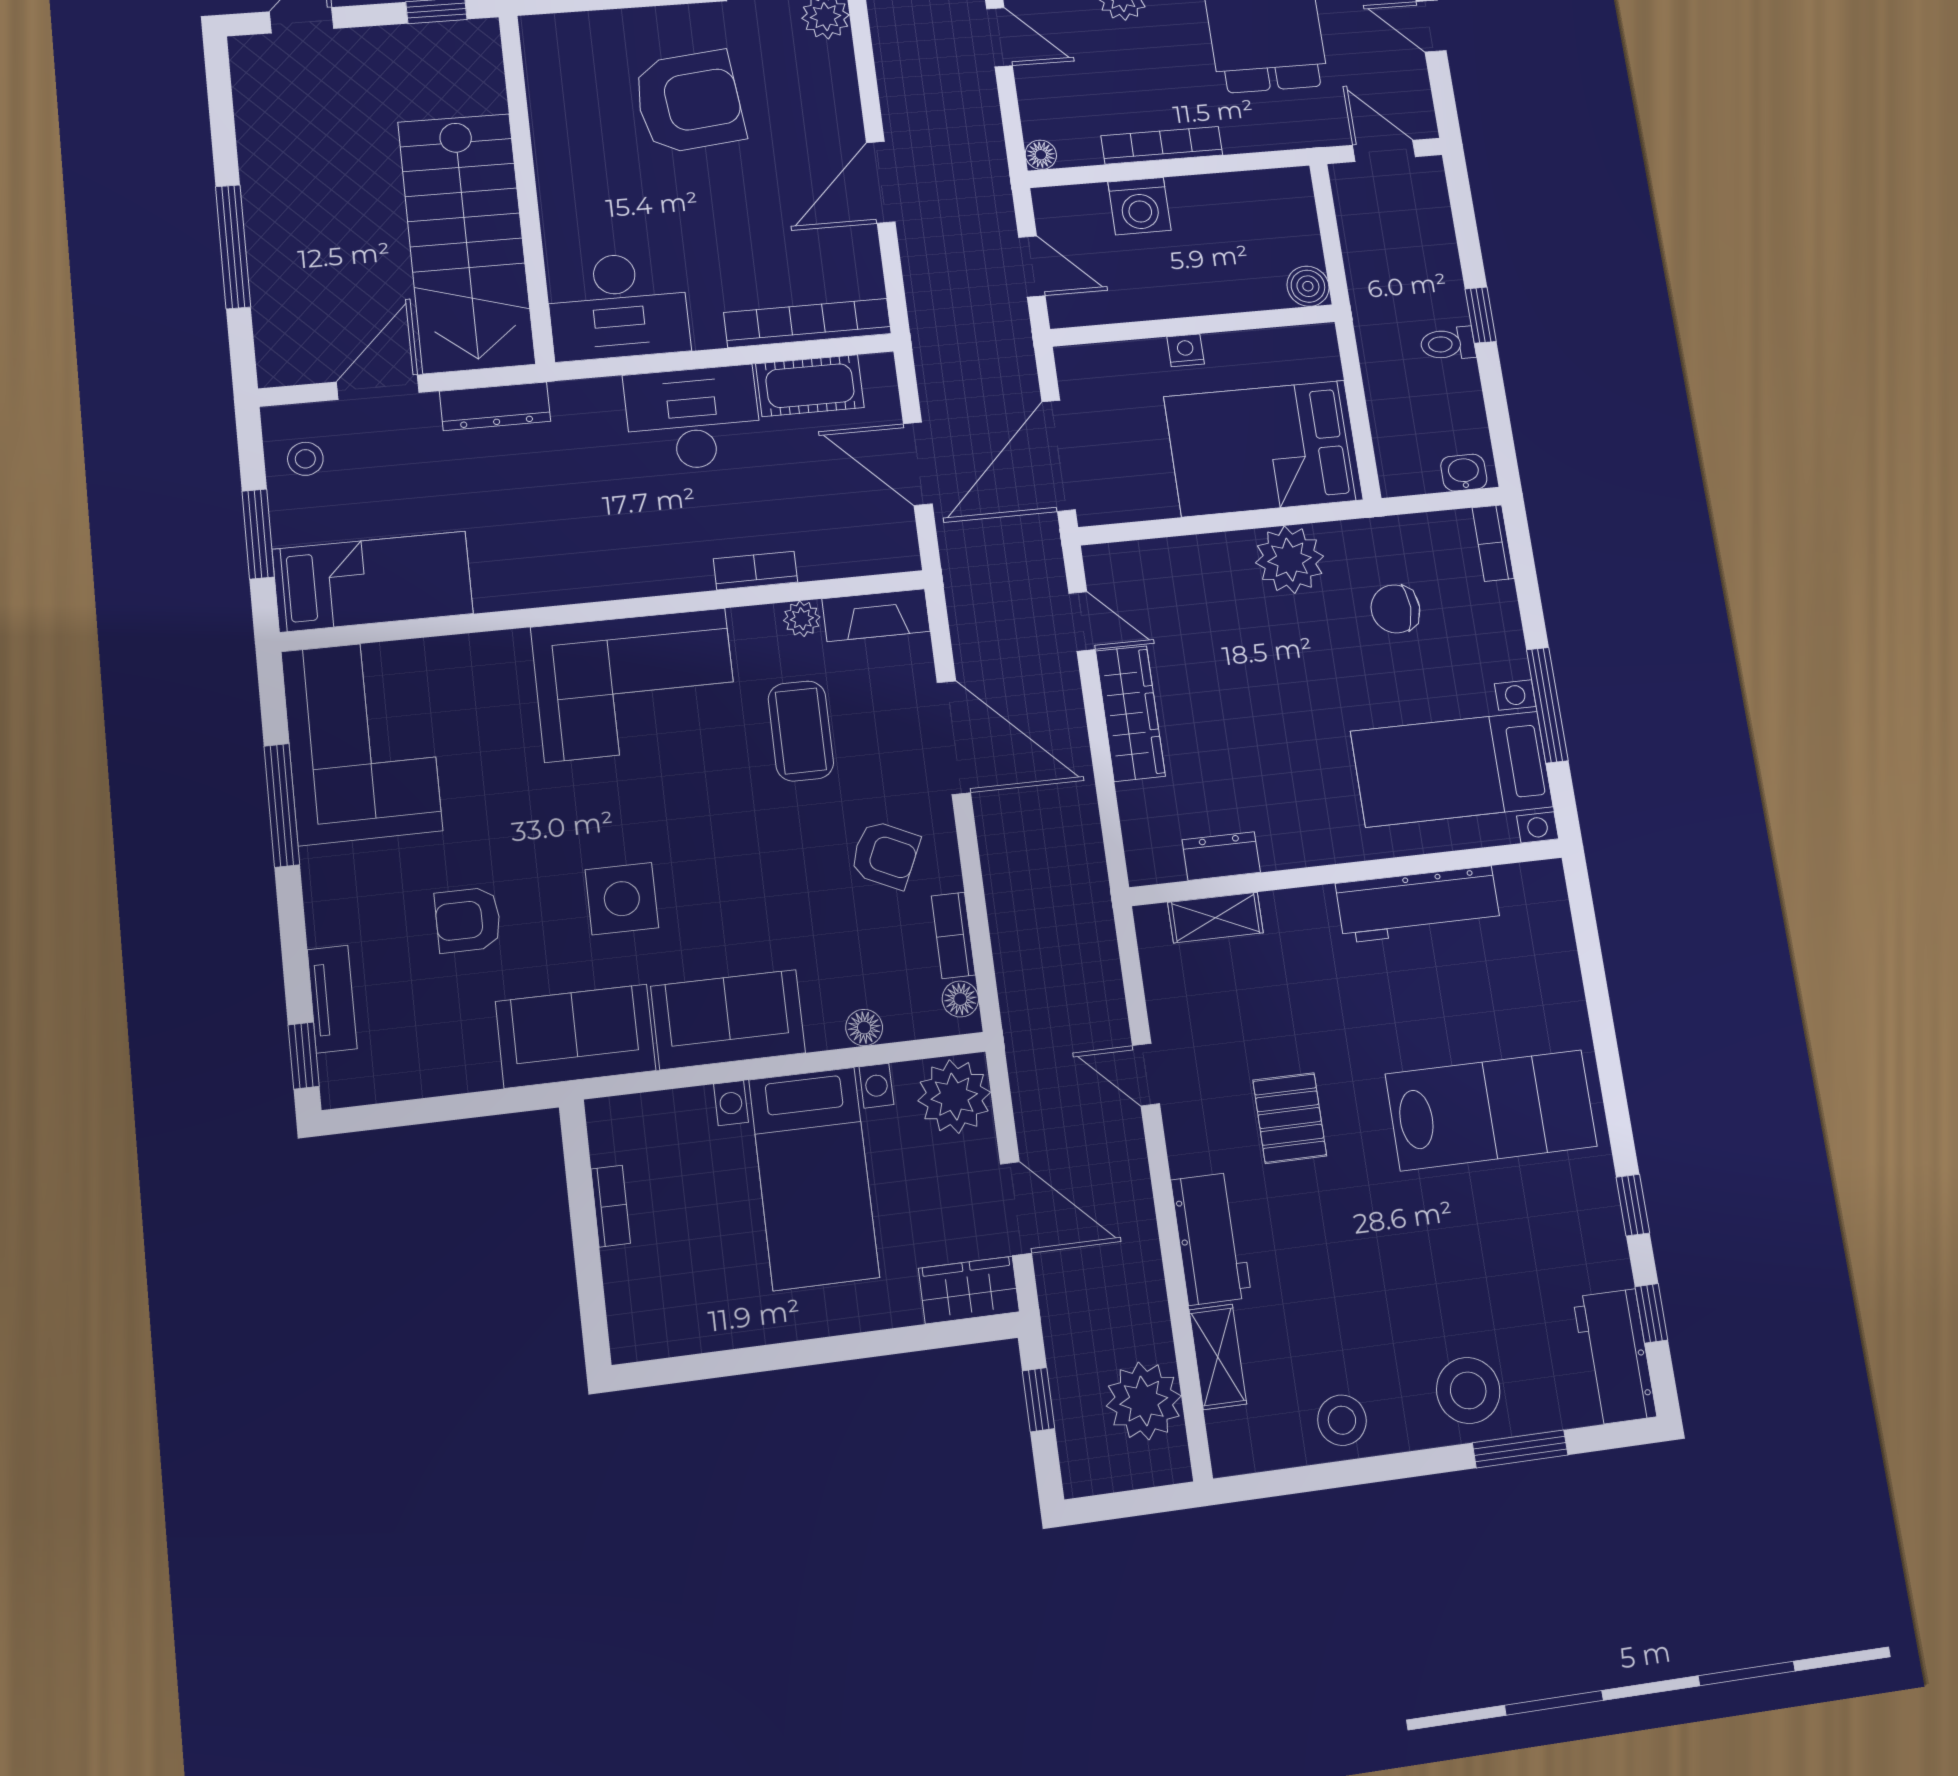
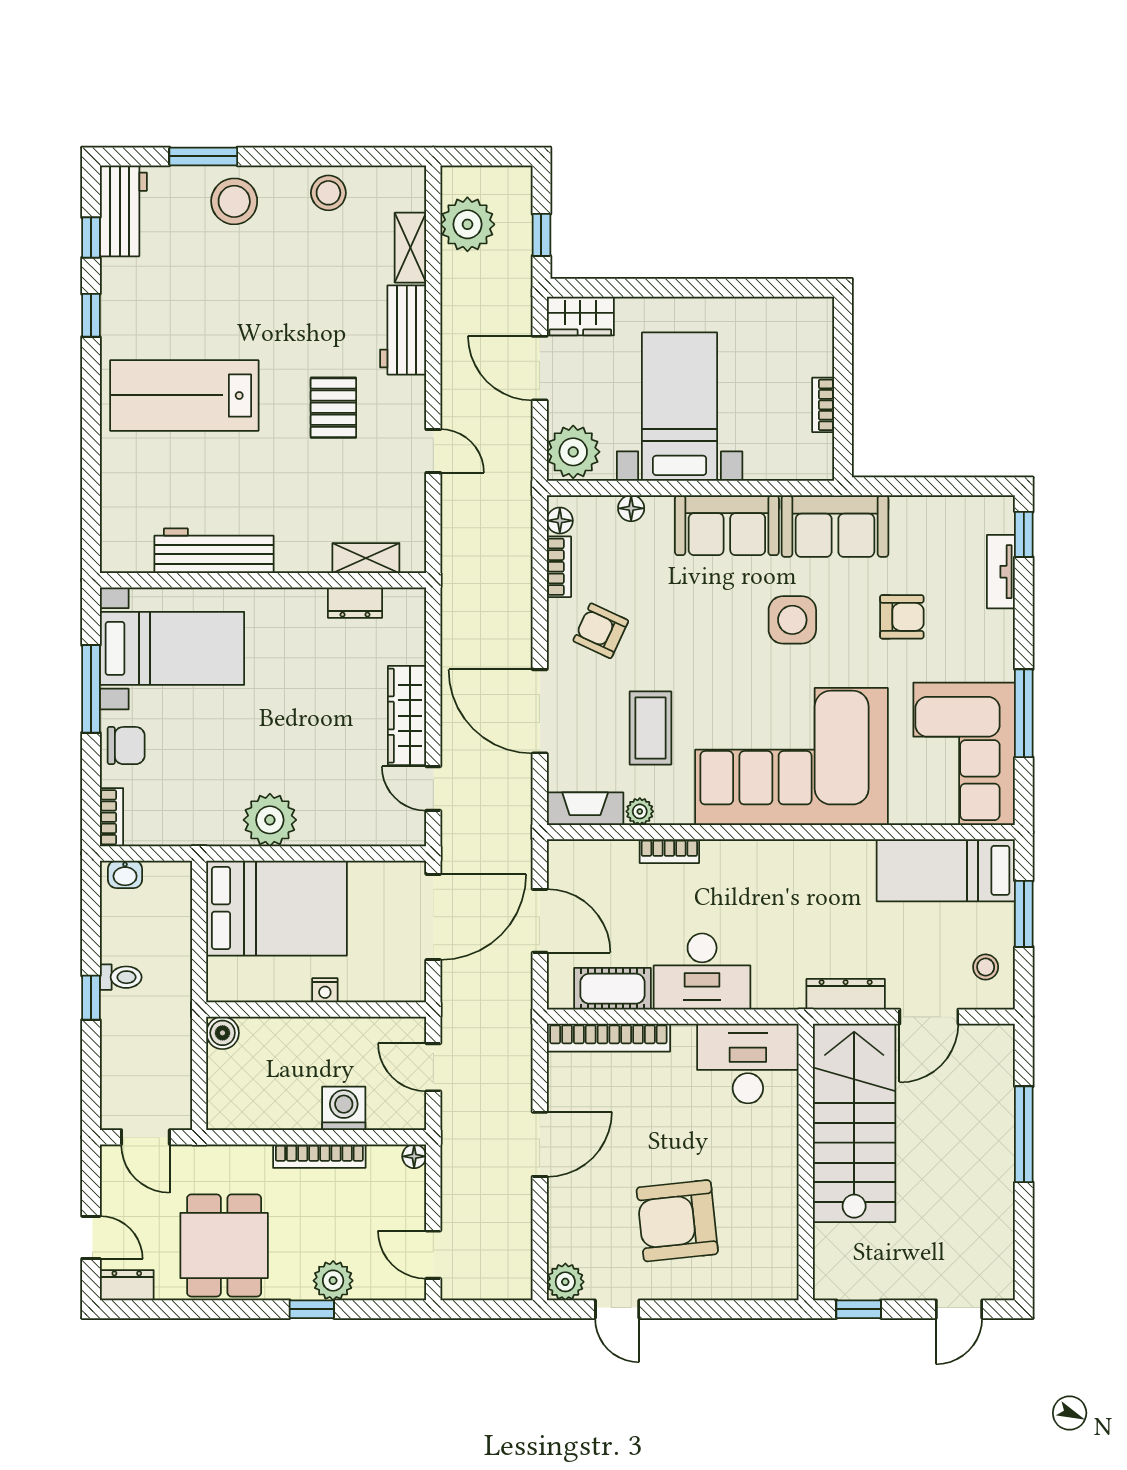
chair: (1395, 609) -> (126, 746), moved
corner sofa: (635, 685) -> (792, 756), width x1.36, depth x1.36

